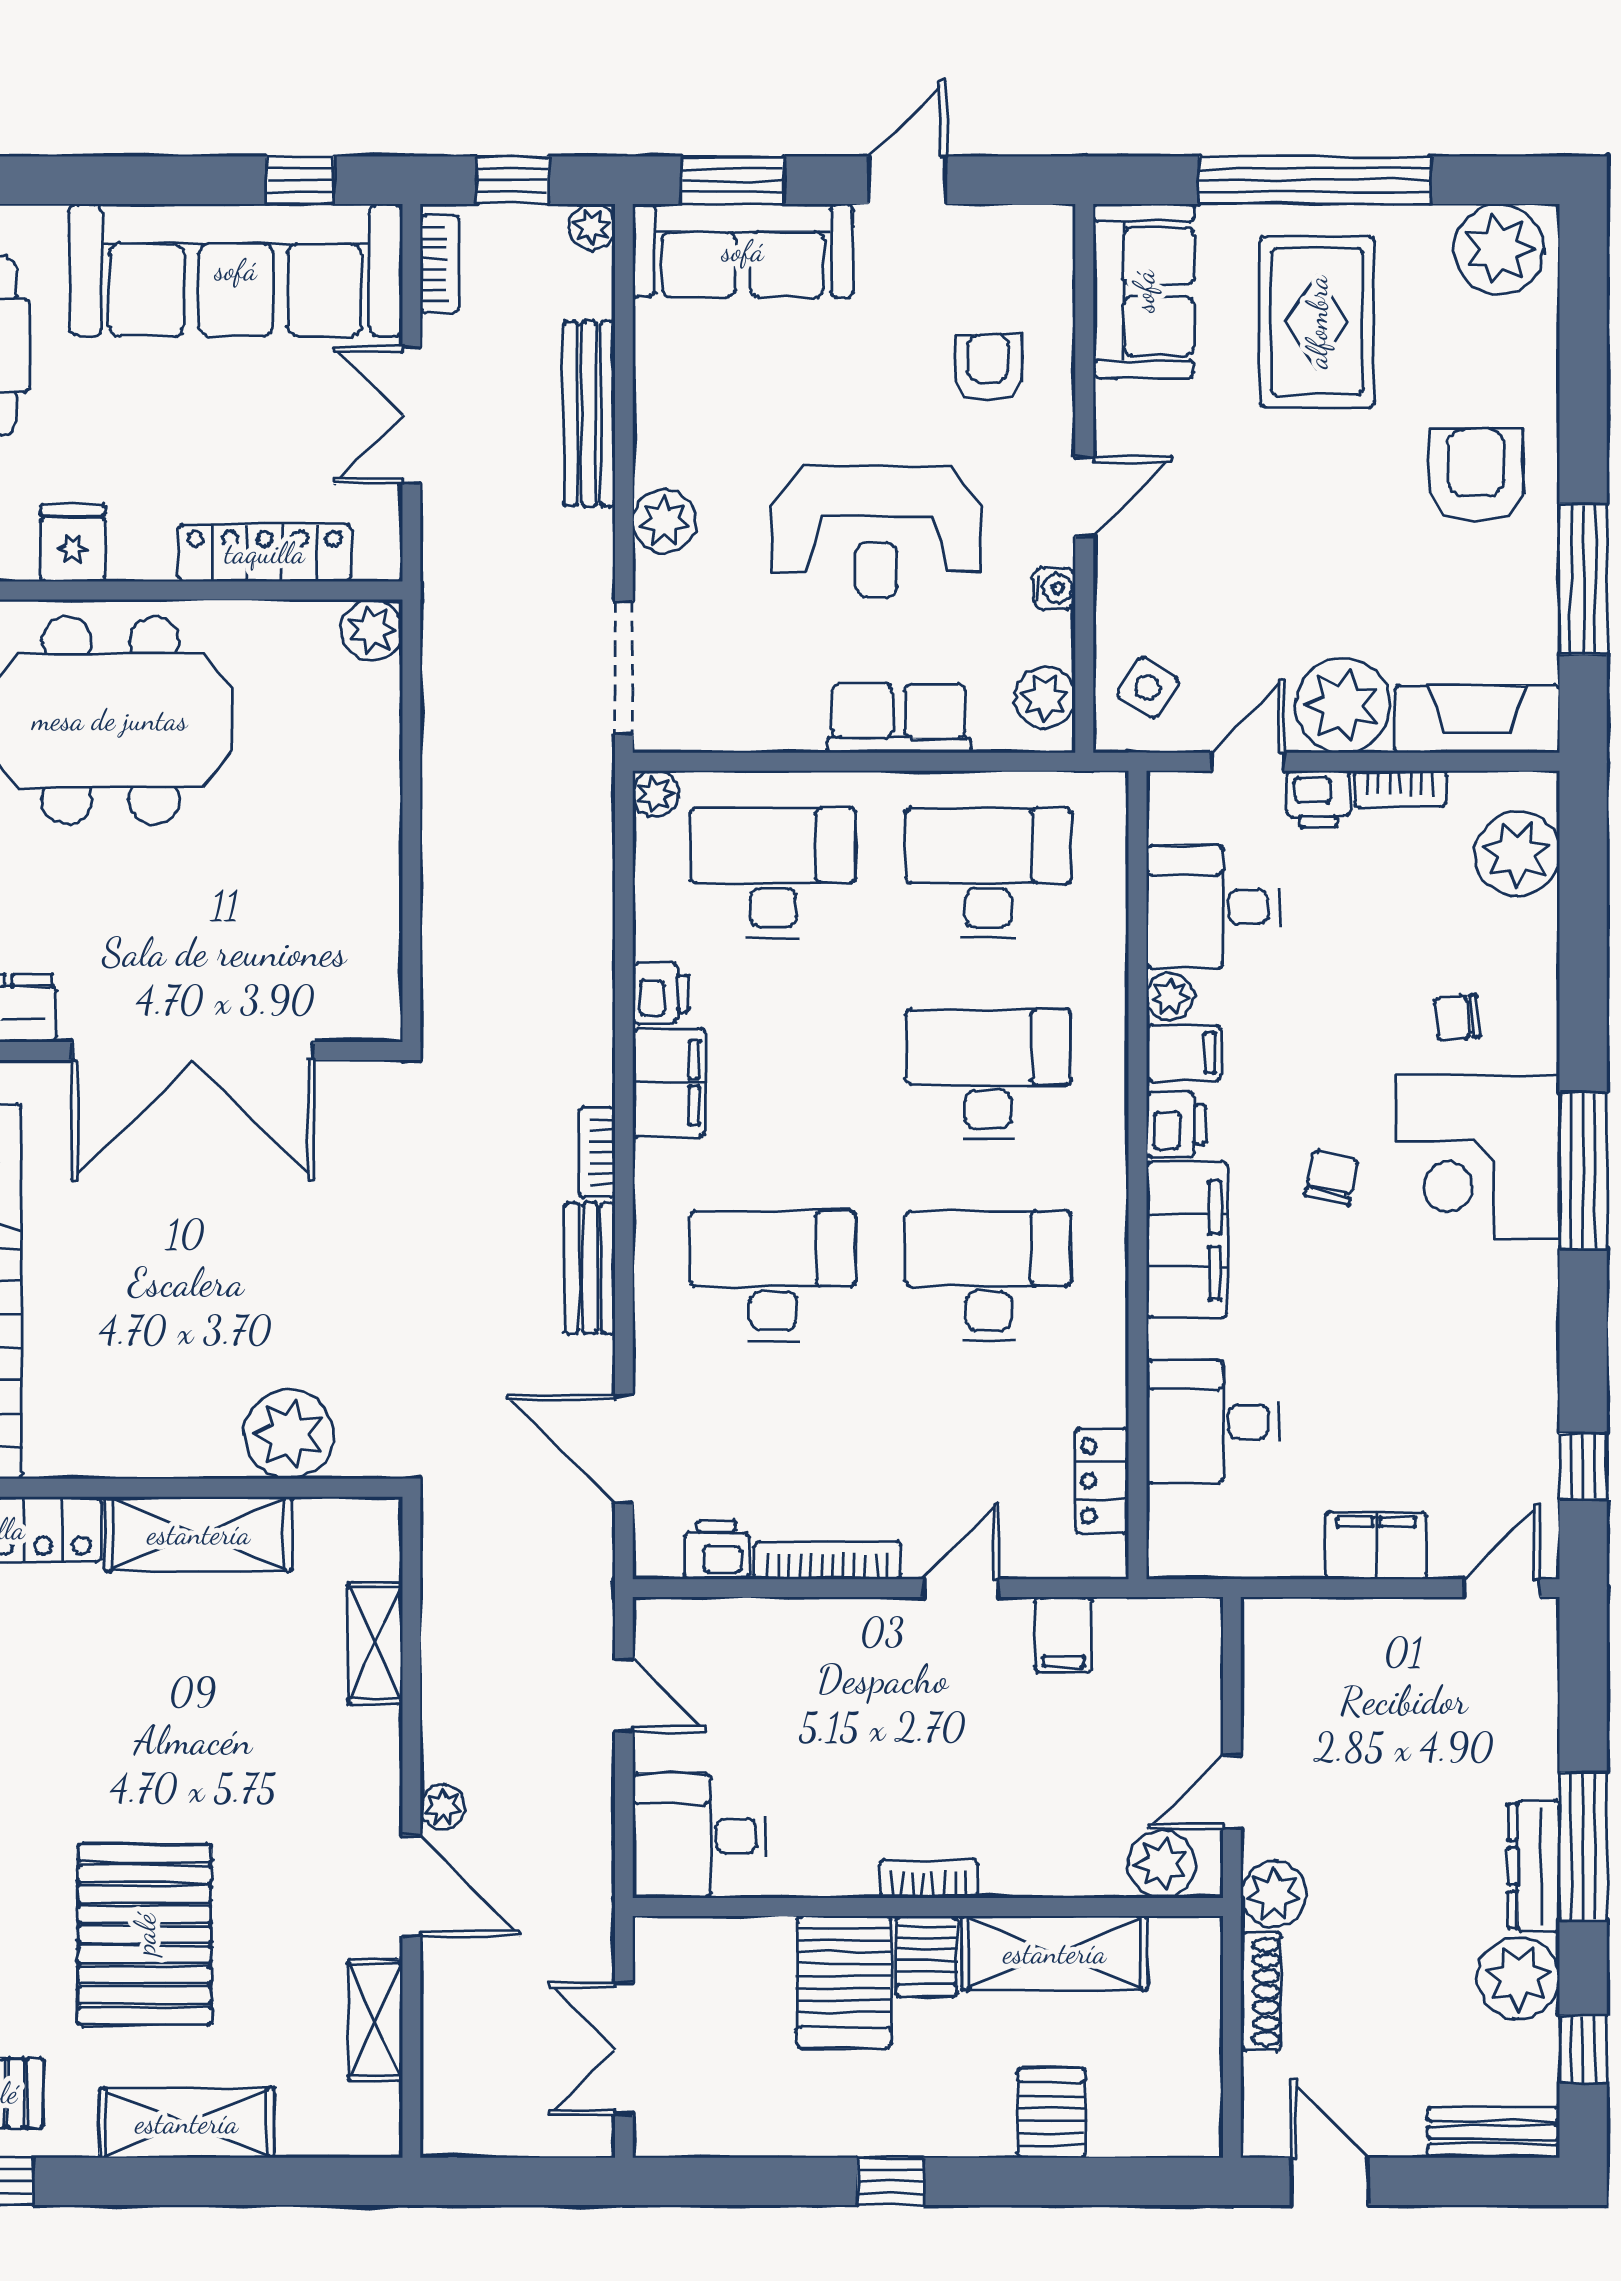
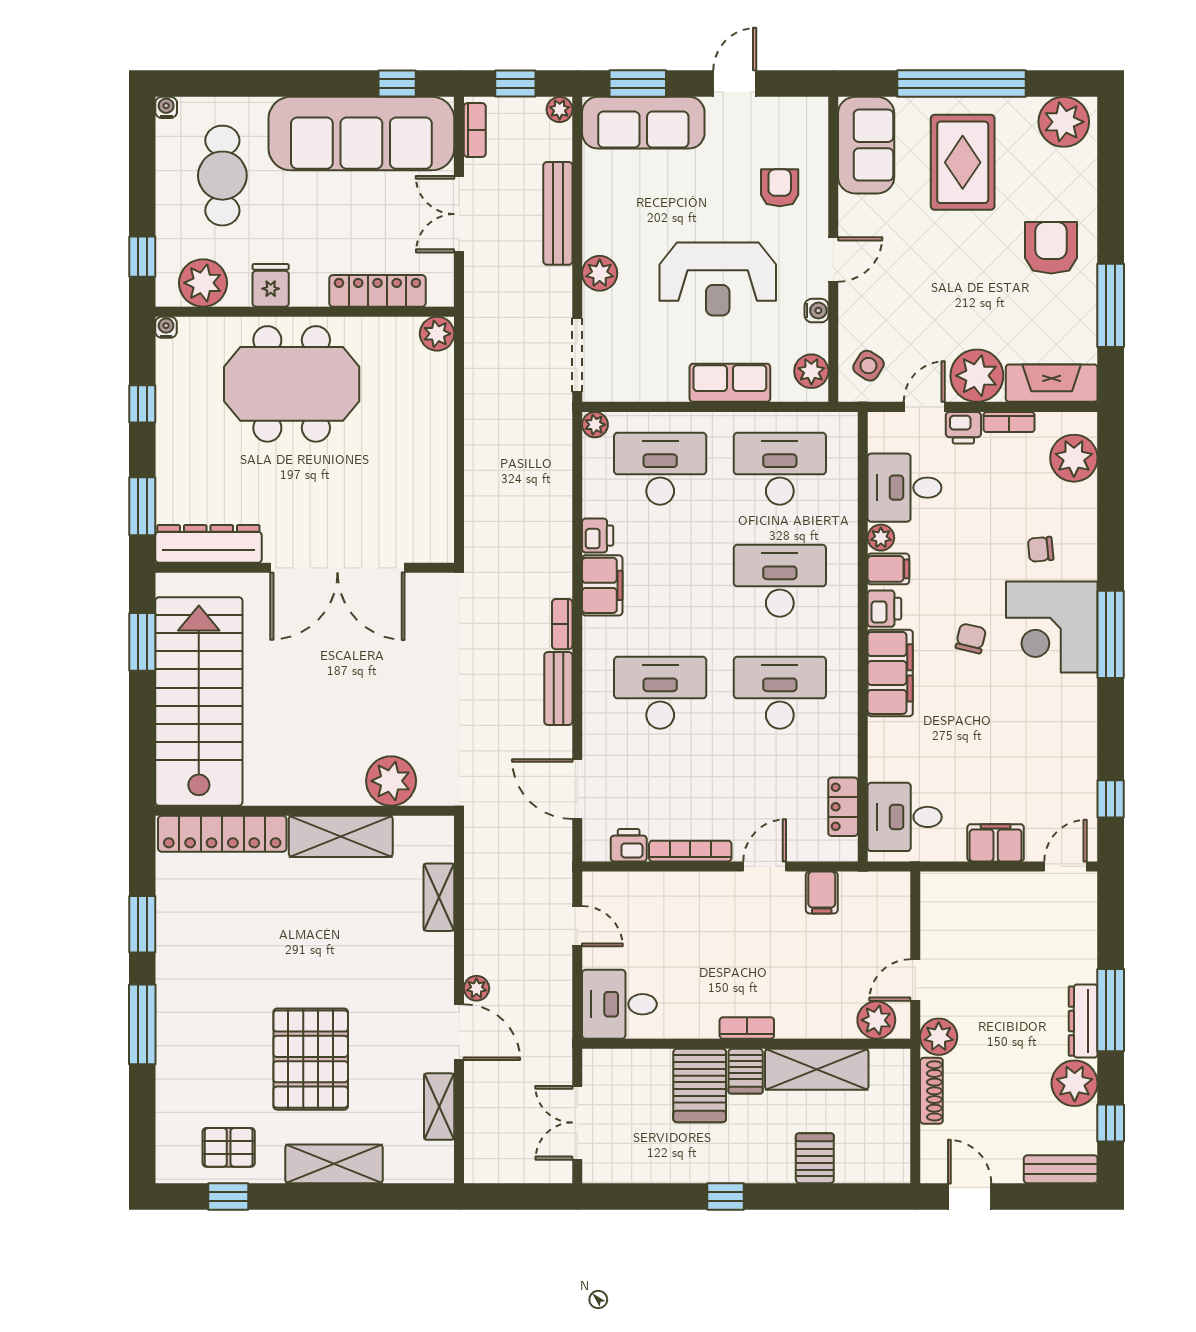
desk: (1213, 1421) -> (905, 817), moved

